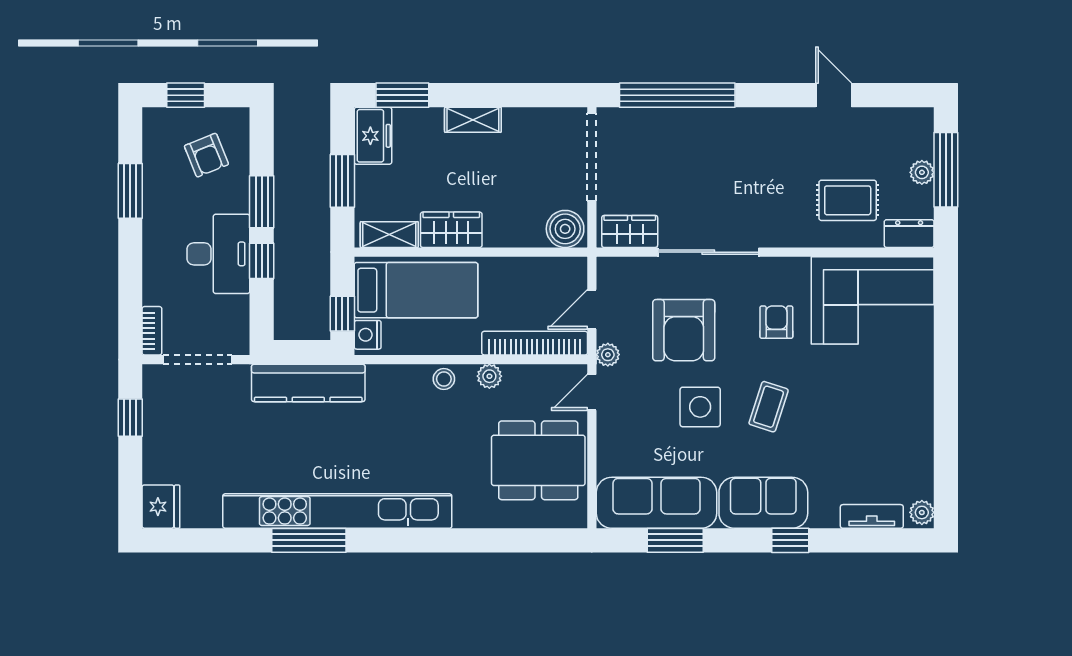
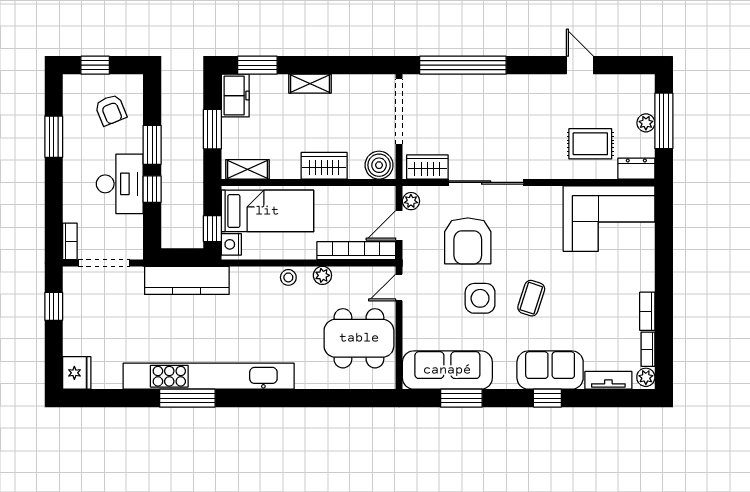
wardrobe: (451, 230) -> (324, 166), moved
armchair: (776, 322) -> (537, 235), removed
plant: (608, 355) -> (411, 201), moved
bookcase: (924, 424) -> (647, 311), added
bookcase: (925, 475) -> (648, 349), added
sofa: (763, 503) -> (550, 370), moved

